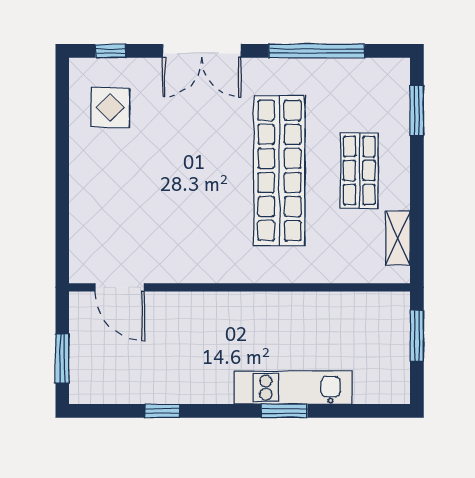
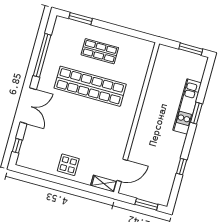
display table: (110, 108) -> (68, 165), moved
shelving: (398, 238) -> (104, 184), moved
window: (417, 336) -> (191, 49), moved

